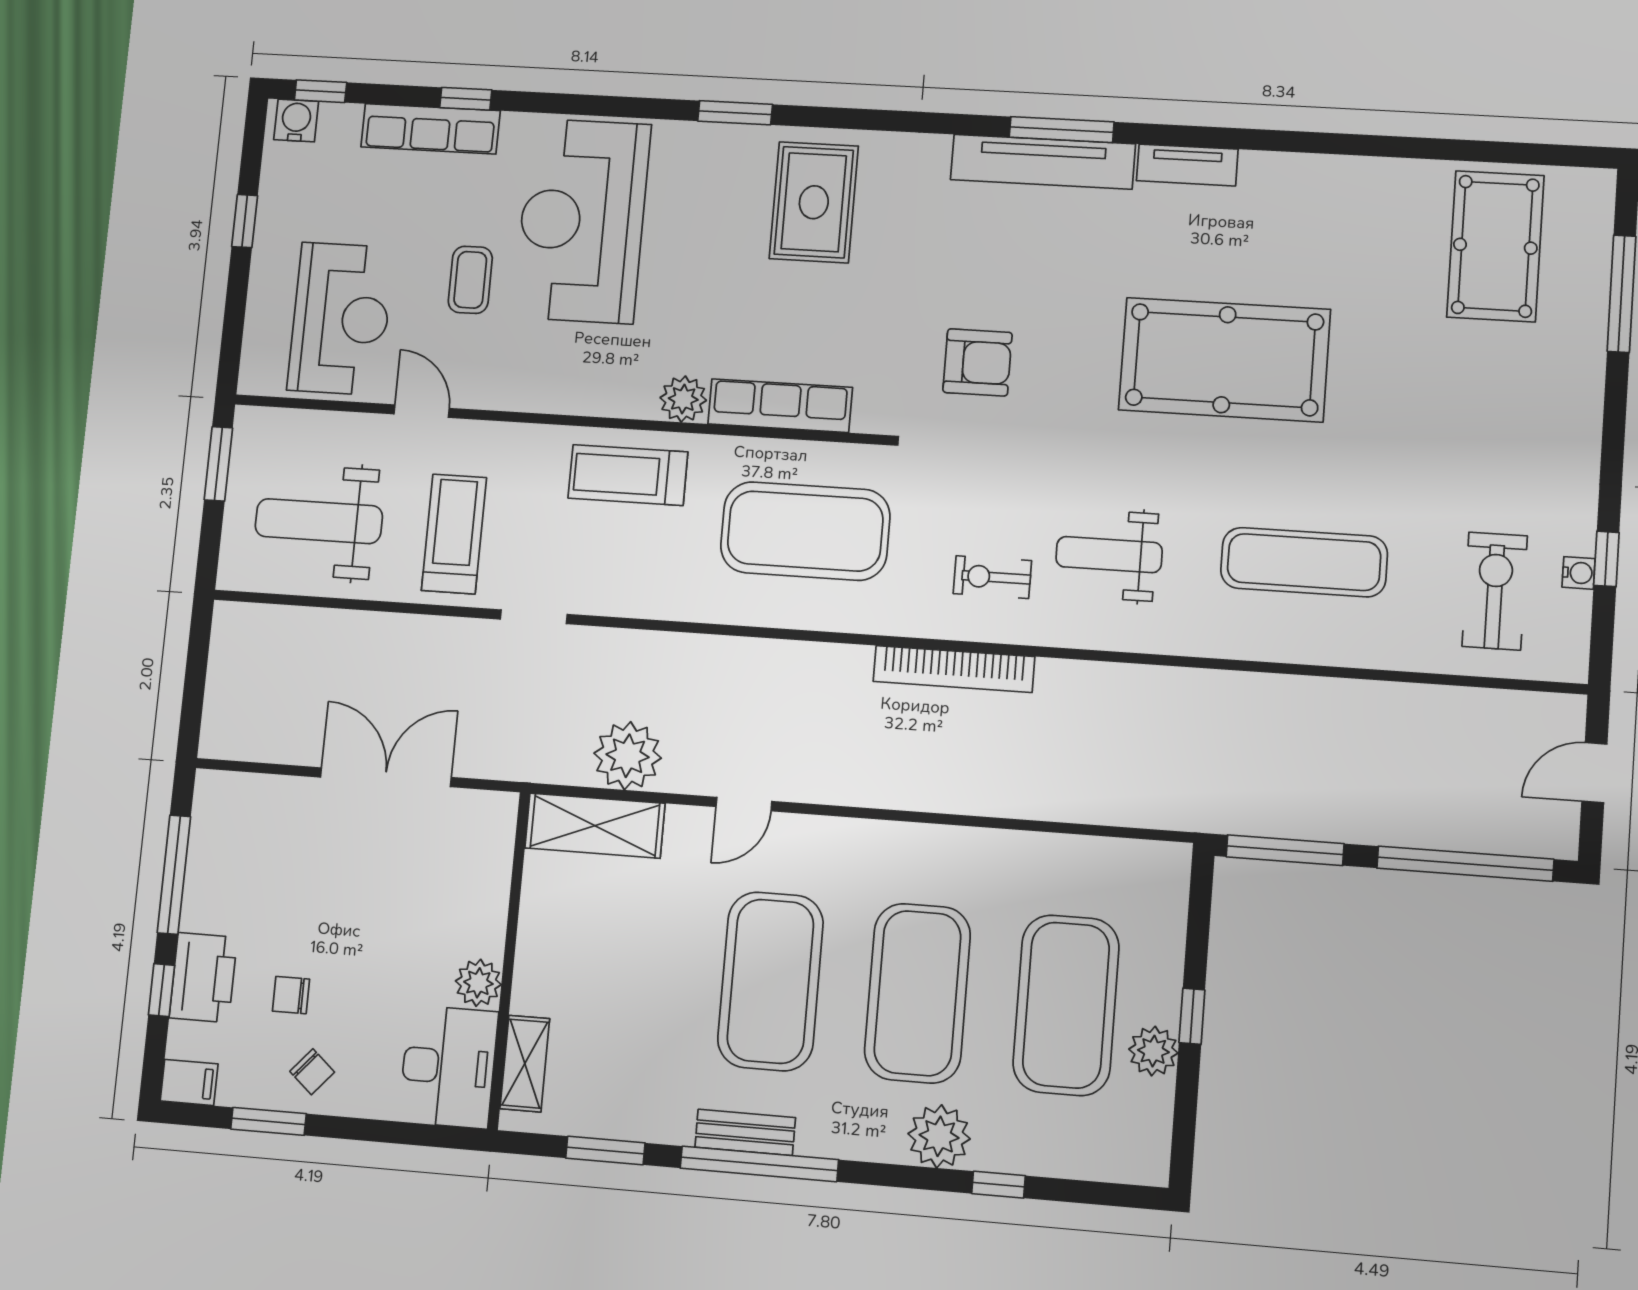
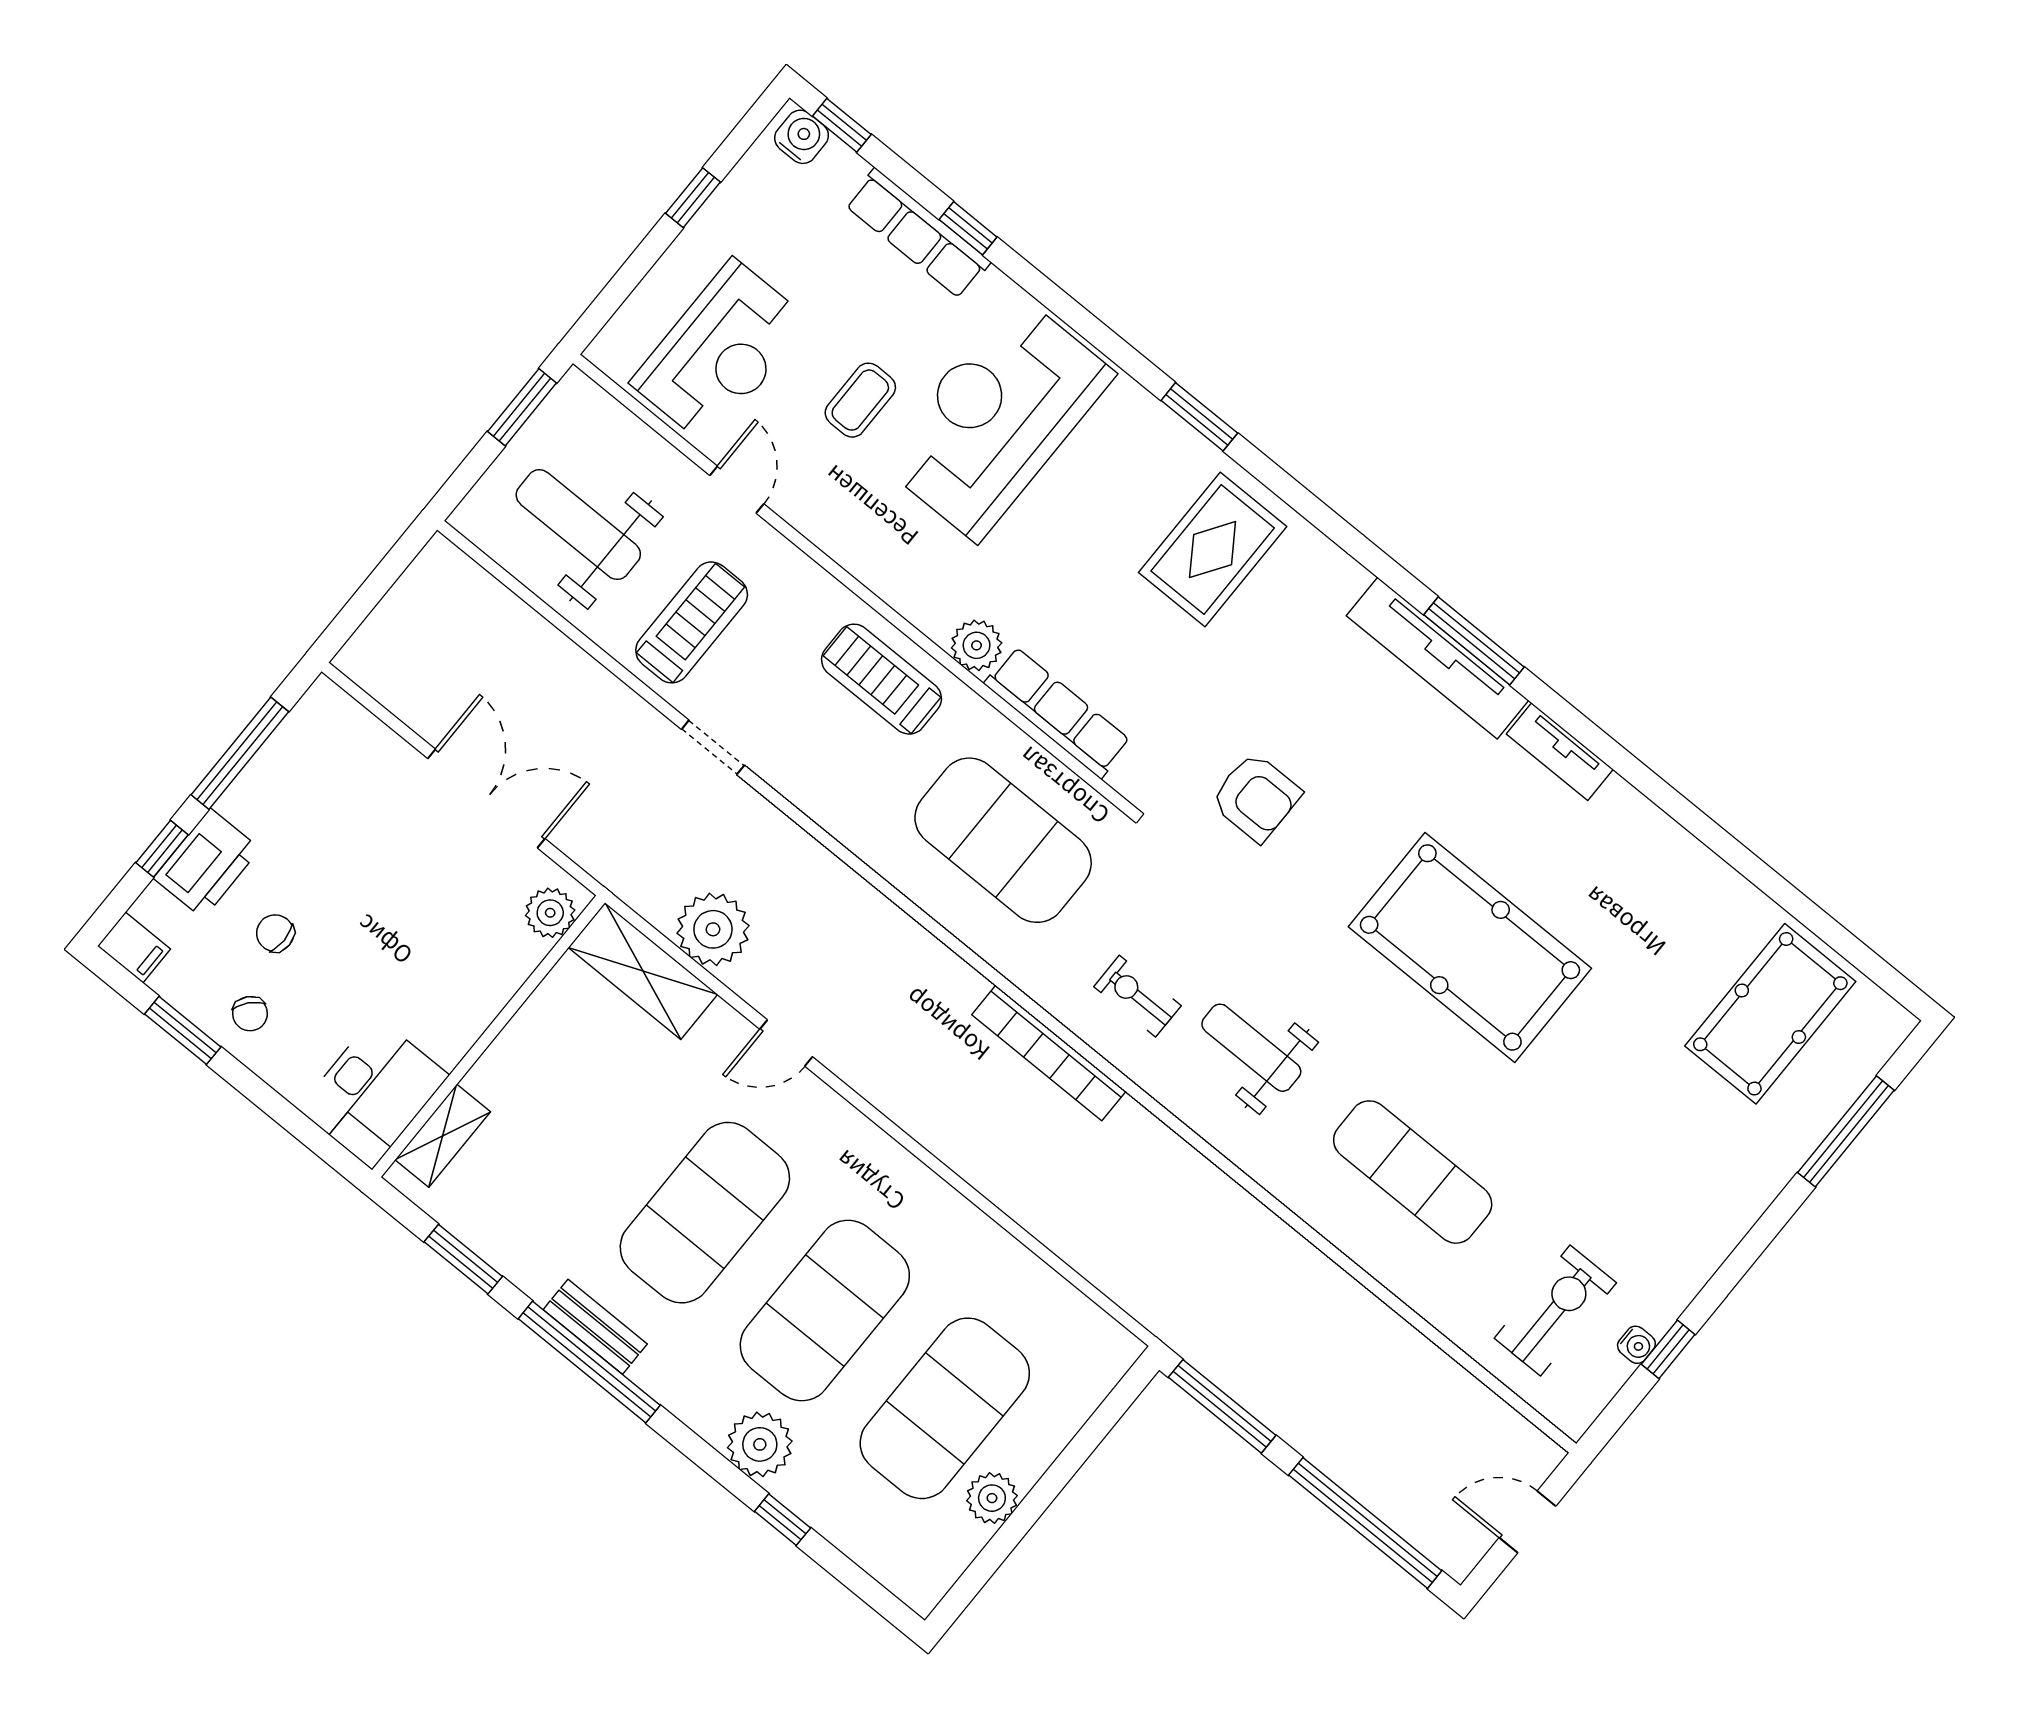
plant: (478, 983) -> (550, 913), moved
window: (1192, 1016) -> (1045, 1491), removed

